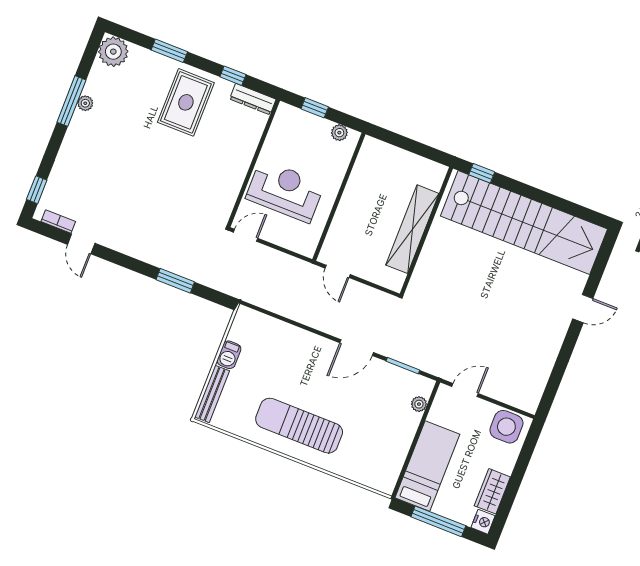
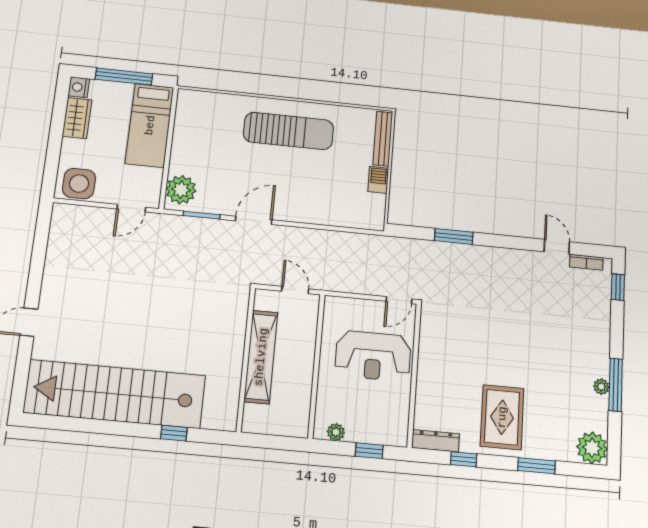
shelving: (412, 229) -> (261, 357), moved
wall: (426, 231) -> (246, 359), moved
plant: (419, 404) -> (181, 190), width x1.88, depth x1.88

